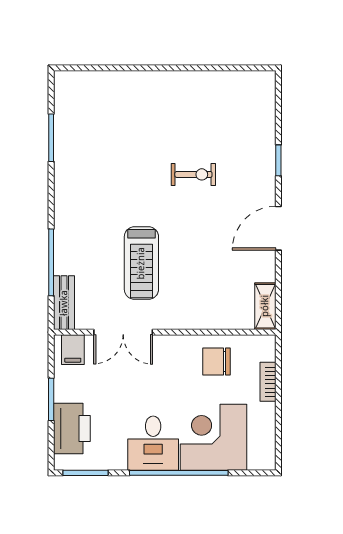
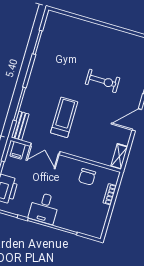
exercise bike: (193, 174) -> (103, 81), width x1.38, depth x1.39
treadmill: (141, 263) -> (64, 117), turned 180
chair: (216, 361) -> (87, 177), turned -90
corner desk: (213, 437) -> (75, 214), removed

